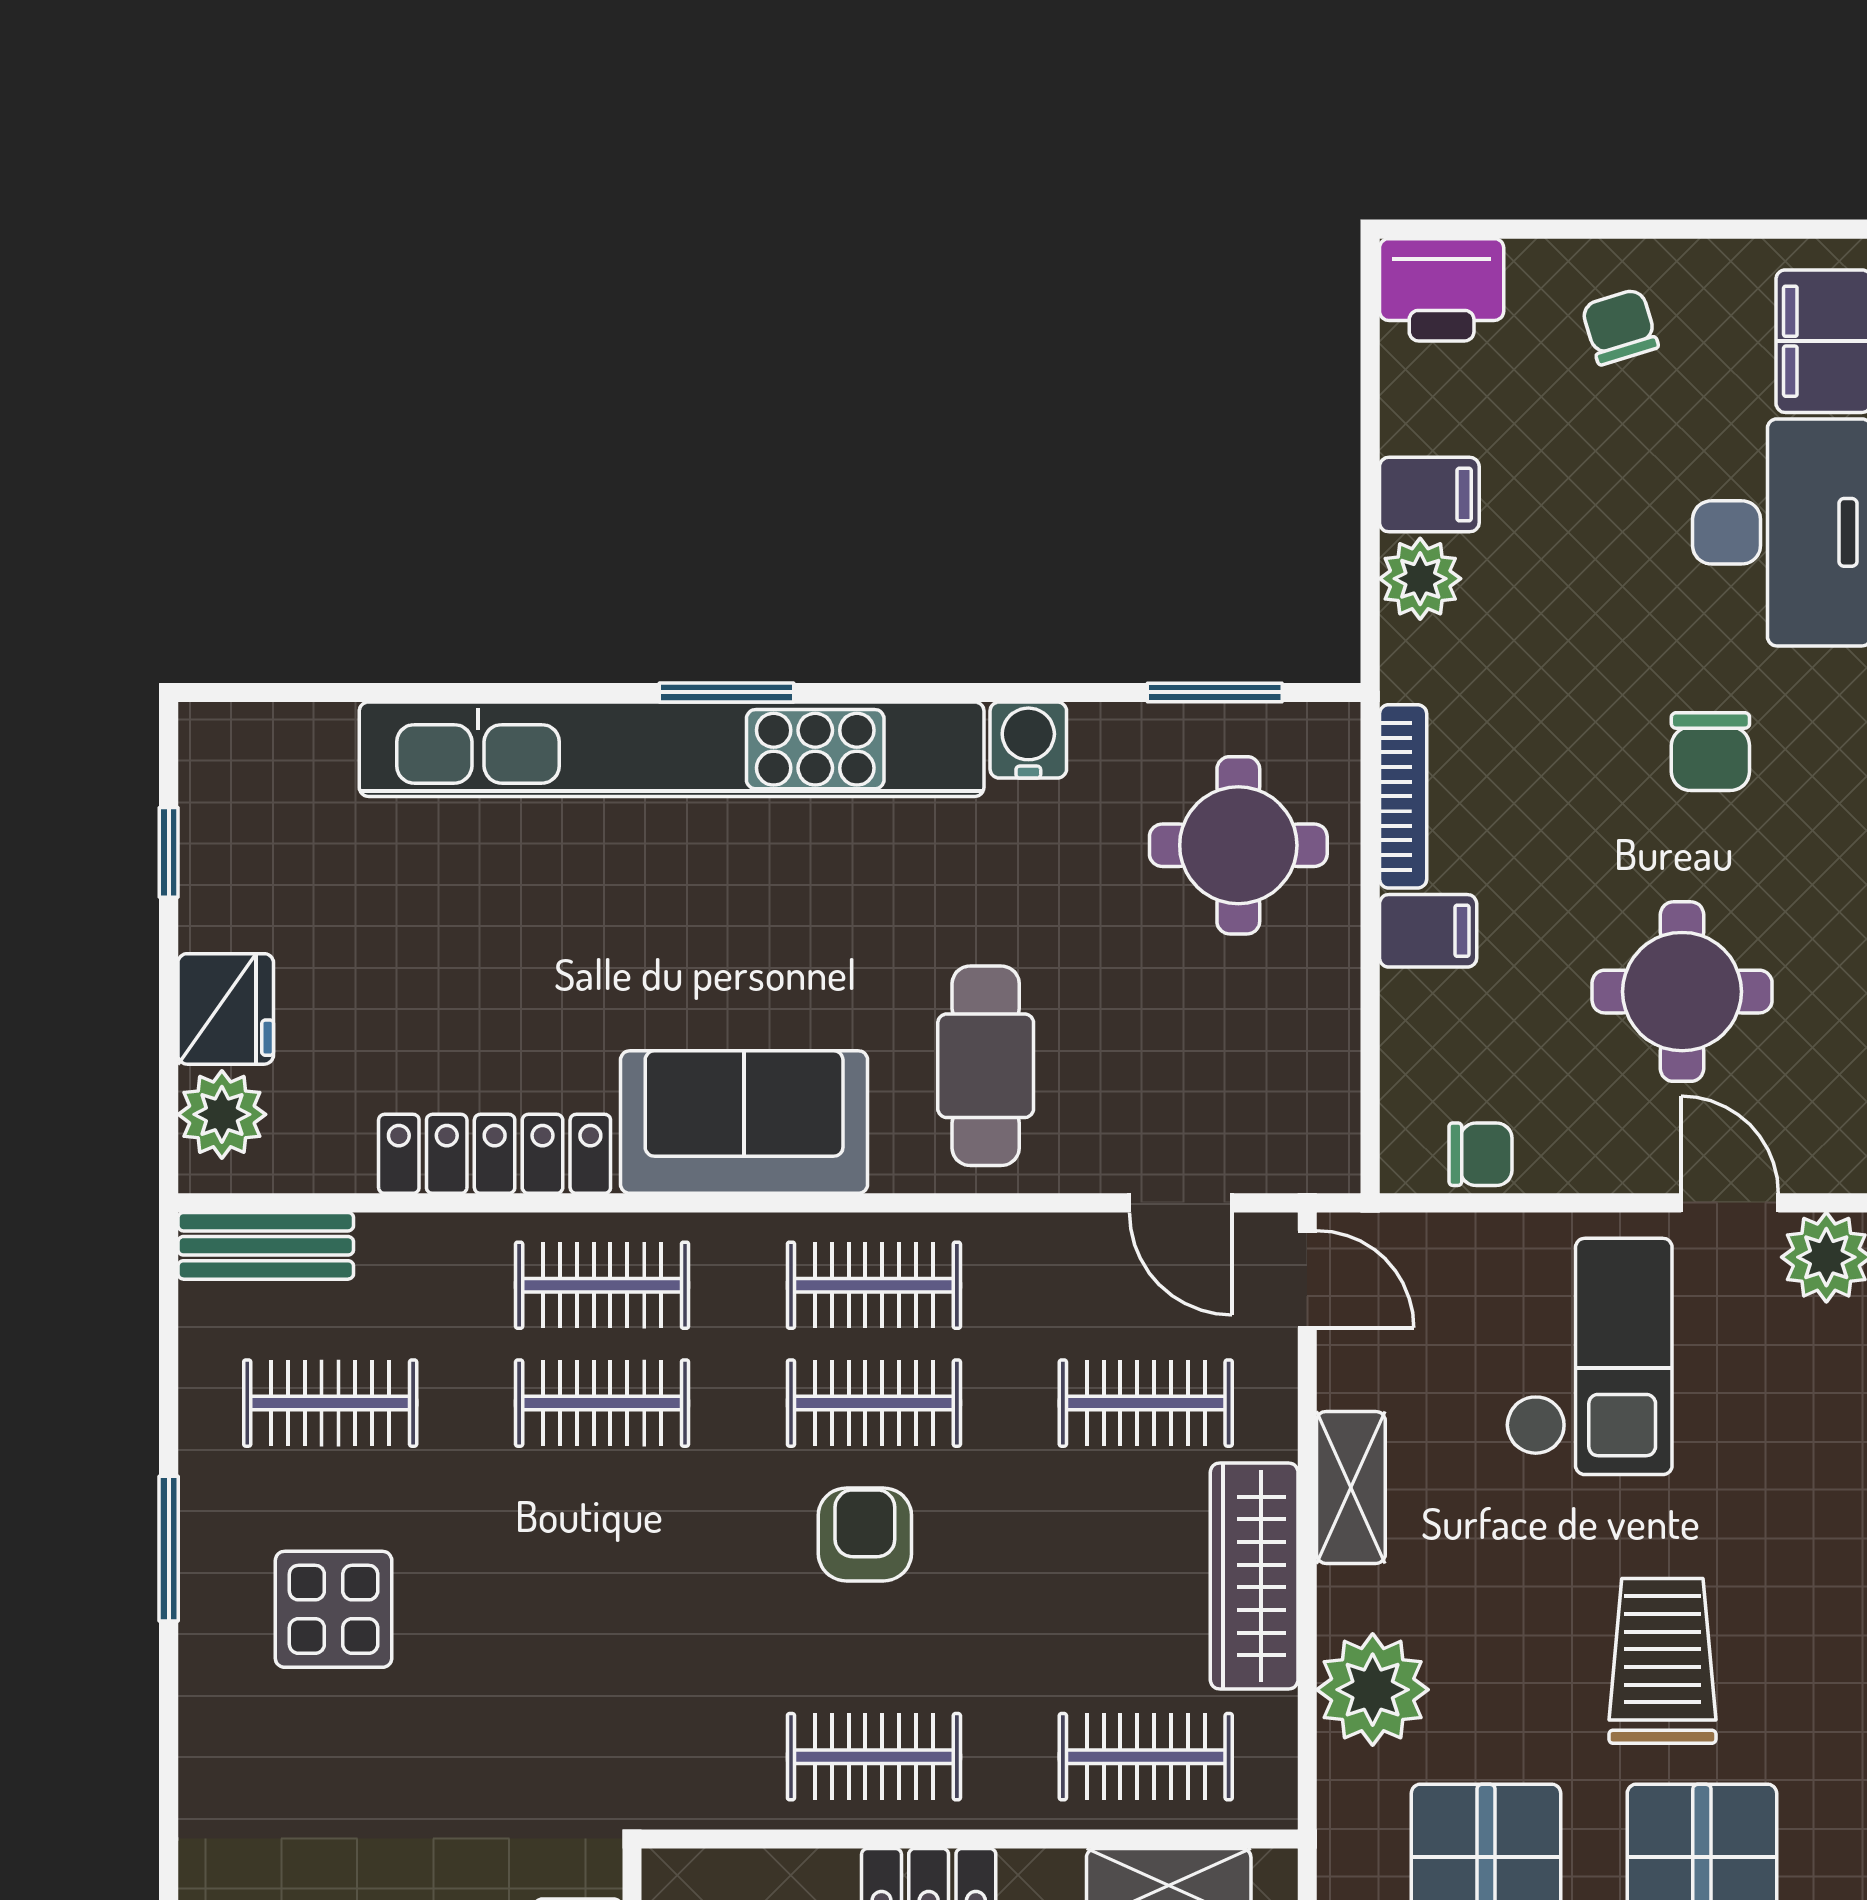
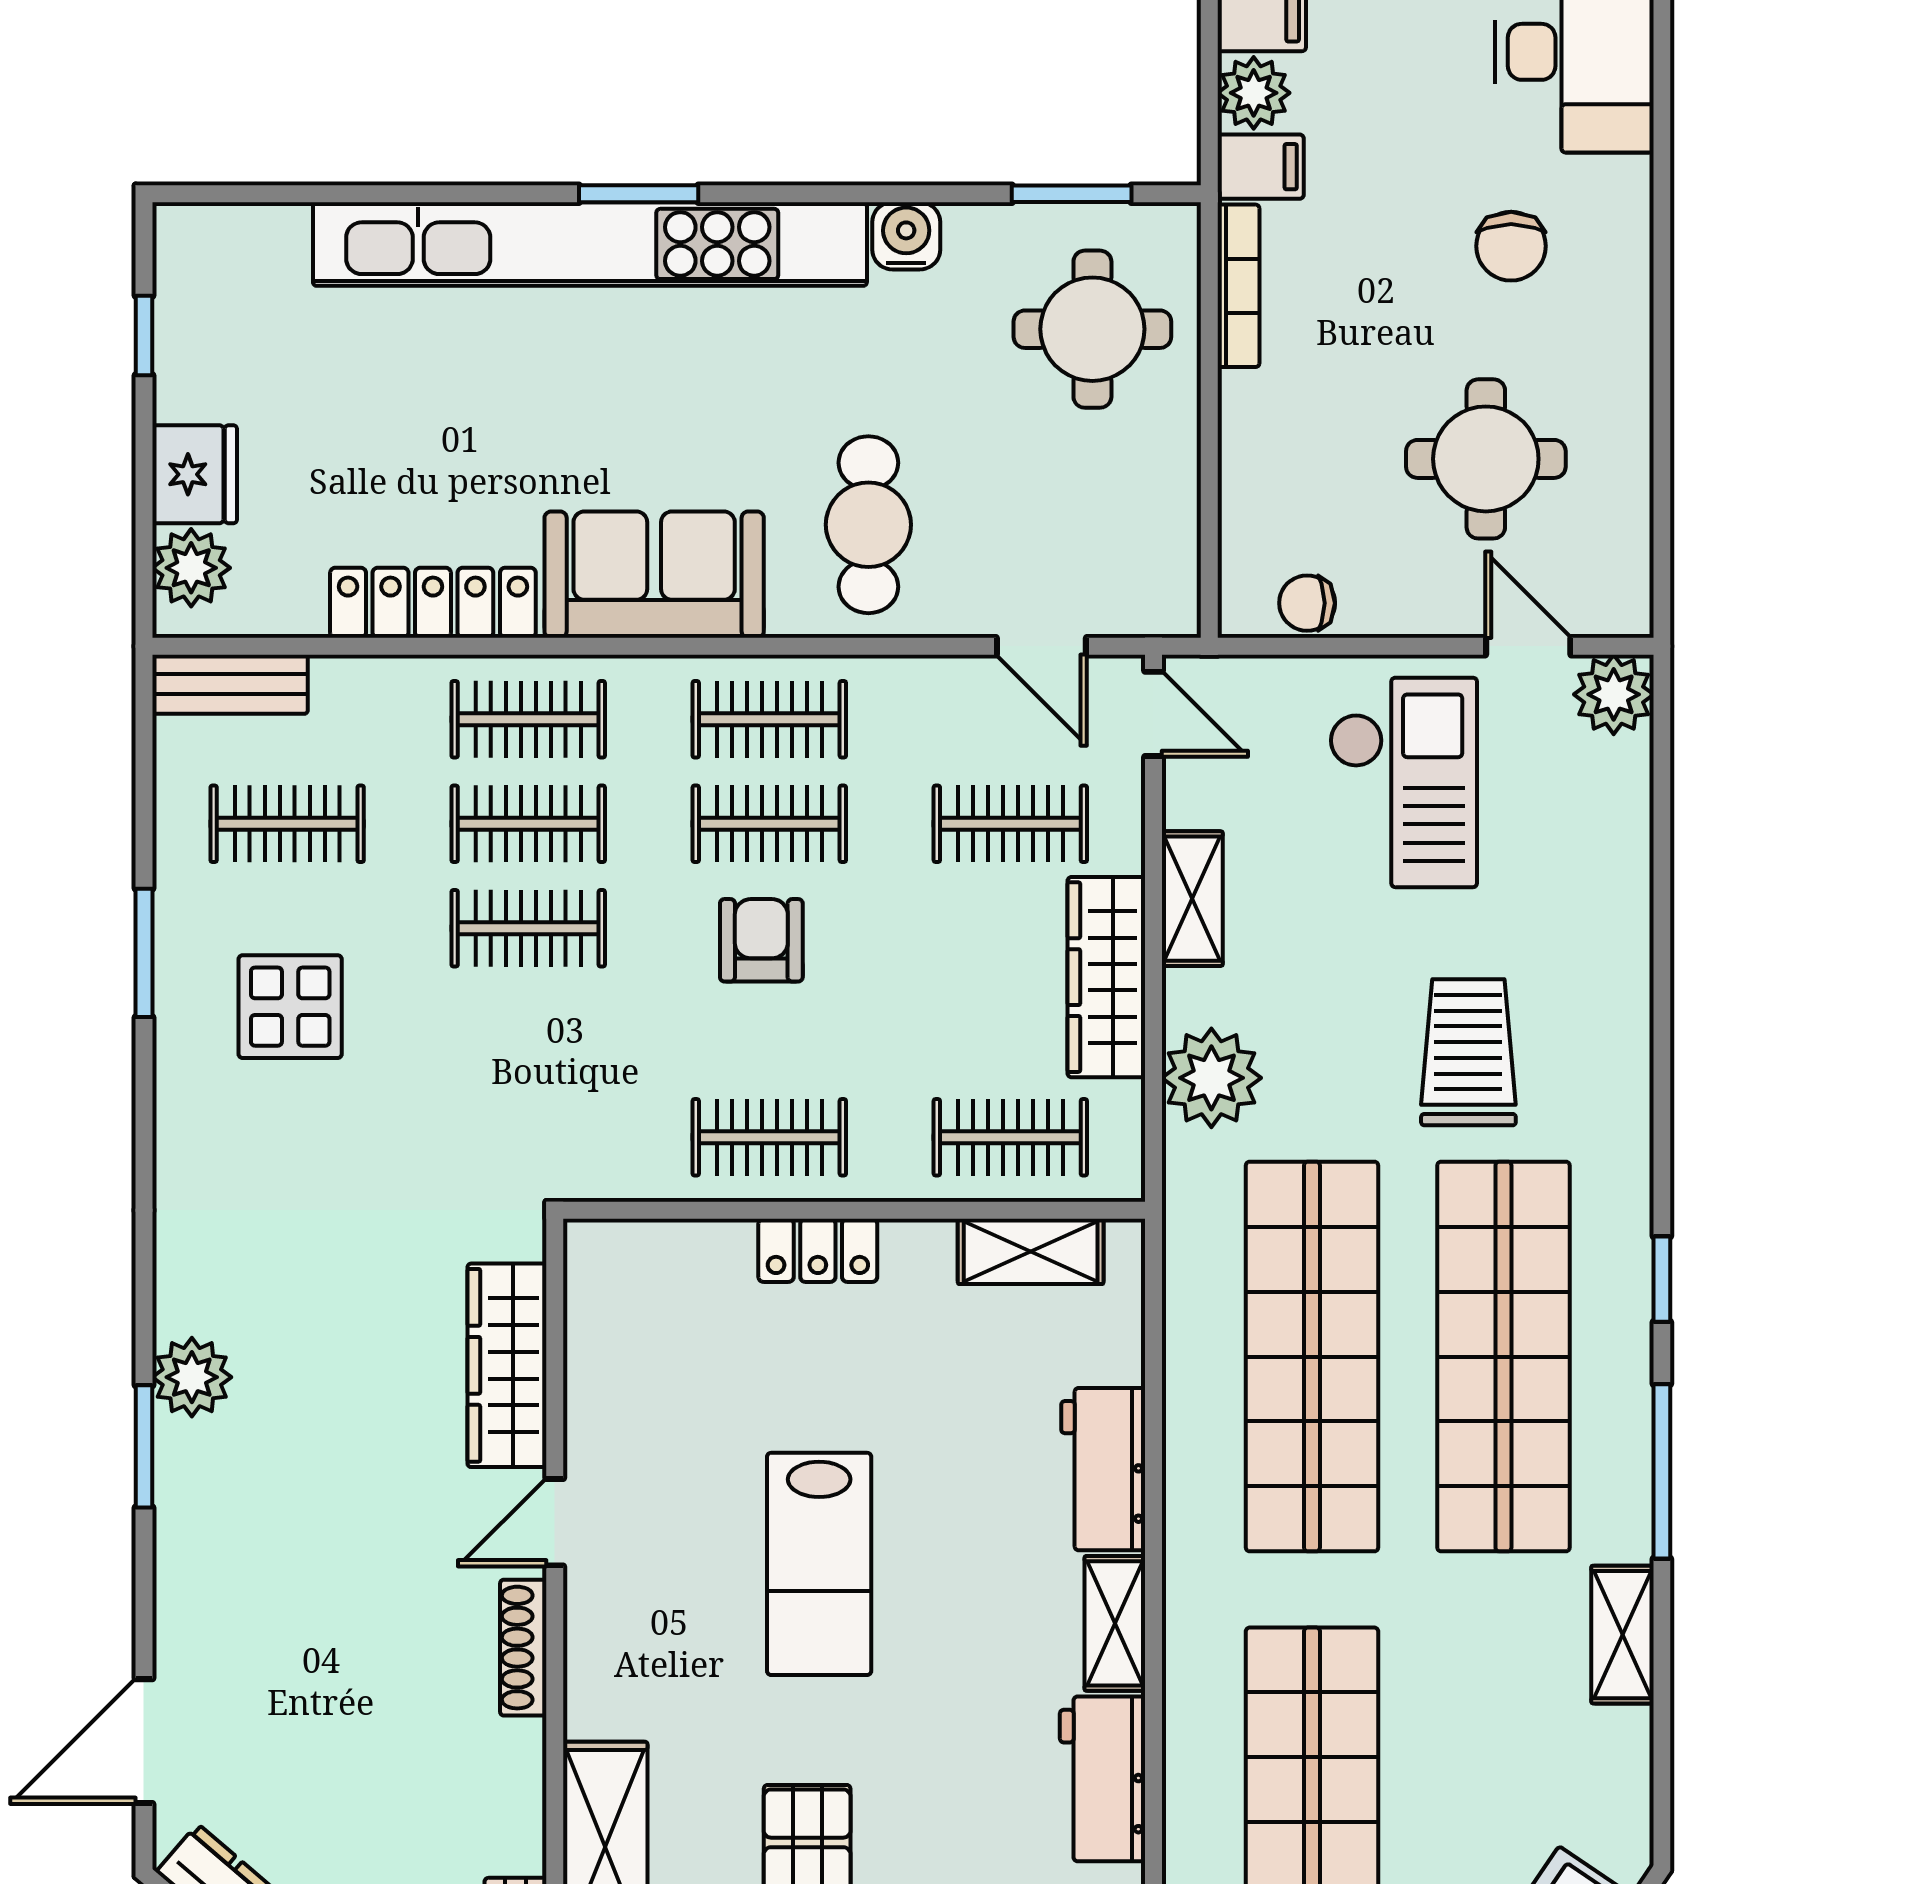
filing cabinet: (1428, 931) -> (1261, 167), moved
chair: (1480, 1154) -> (1307, 603), turned 180
clothes rail: (602, 1521) -> (528, 928), added

